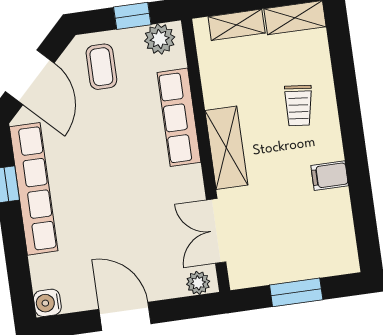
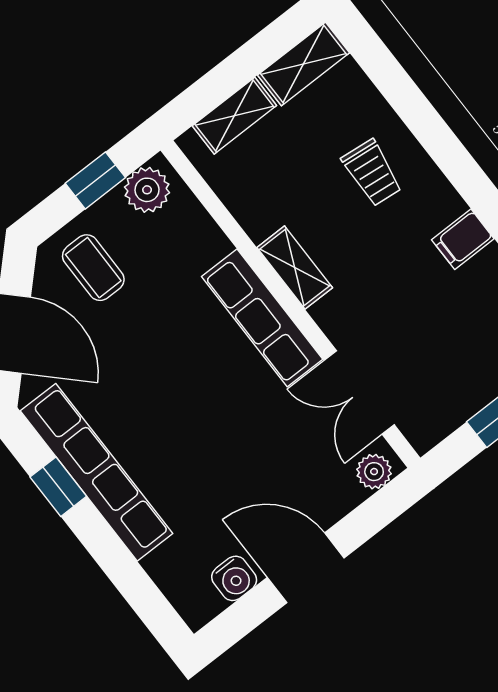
row of seats: (179, 117) -> (262, 318), moved
shelving: (226, 148) -> (295, 268), width x0.67, depth x0.75
water cooler: (47, 303) -> (234, 578), moved, turned -90

